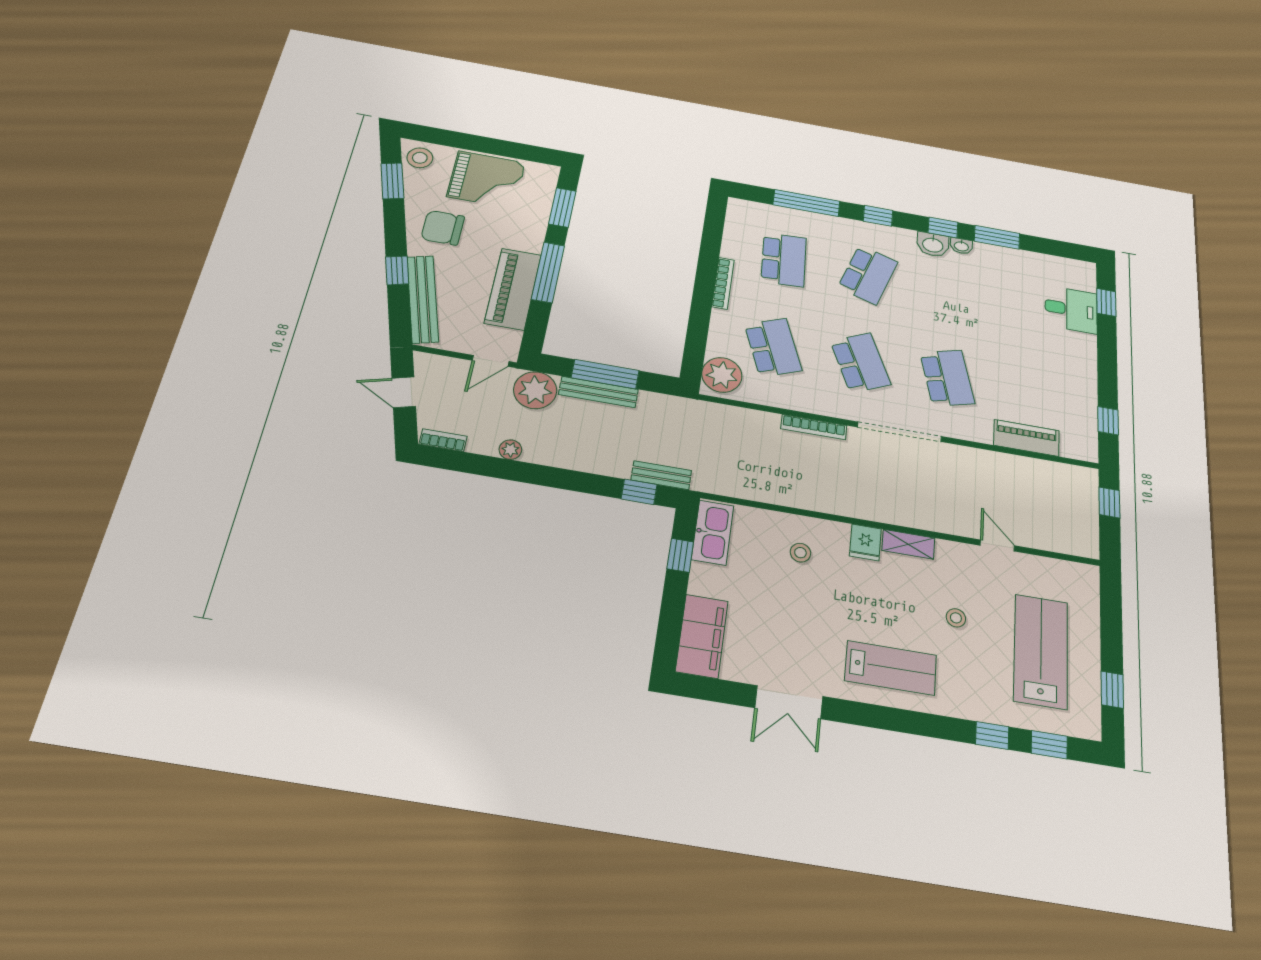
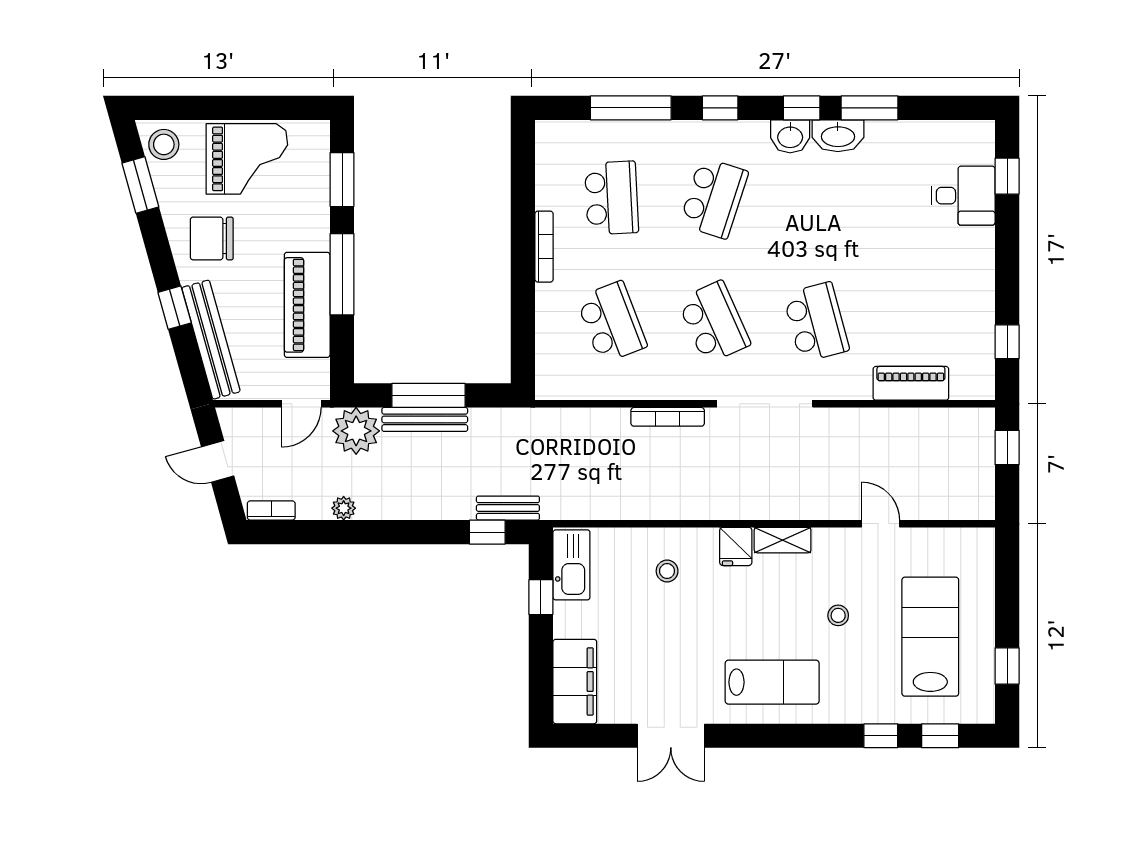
washbasin: (961, 246) -> (838, 136), width x1.91, depth x1.45
plant: (722, 375) -> (558, 370), removed

